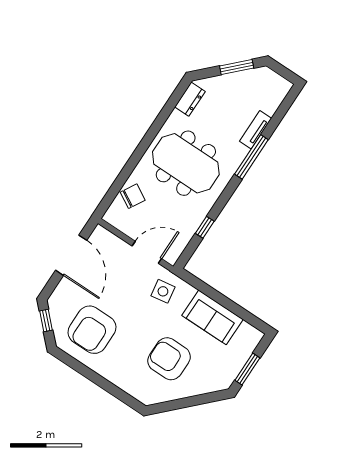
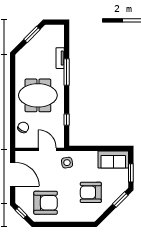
dresser: (190, 99) -> (20, 64), removed
door: (147, 252) -> (47, 149), hinge flipped
sofa: (212, 317) -> (113, 159), moved
armchair: (92, 330) -> (46, 203), turned -90
window: (206, 398) -> (120, 200), added

